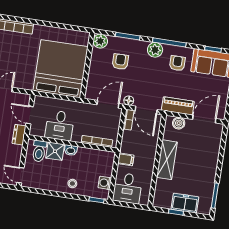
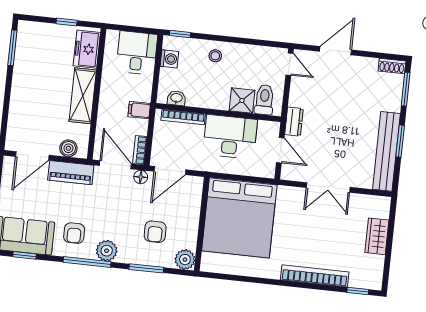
desk: (60, 125) -> (230, 137), width x1.37
washbasin: (71, 150) -> (176, 98), moved
filing cabinet: (126, 159) -> (139, 110), moved
freezer: (185, 203) -> (87, 49), moved, turned 90

